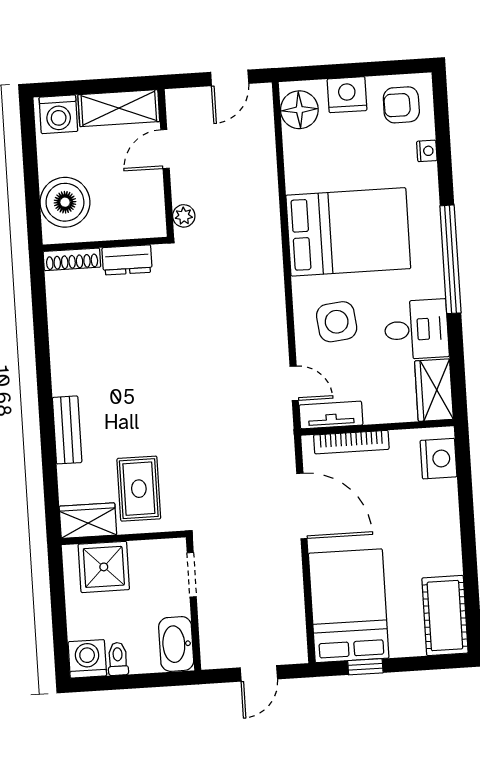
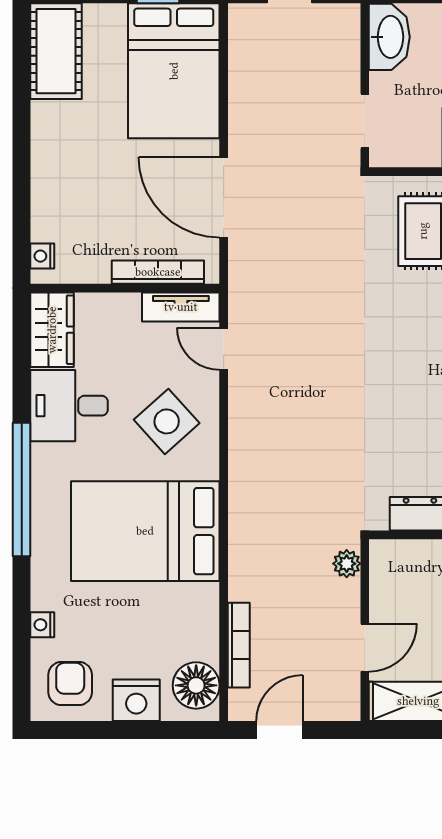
armchair: (401, 105) -> (70, 684), turned -90
bookcase: (267, 145) -> (239, 645), added
side table: (337, 322) -> (167, 421), turned -36
nightstand: (439, 459) -> (42, 256), width x0.53, depth x0.56

